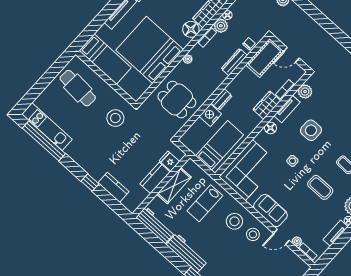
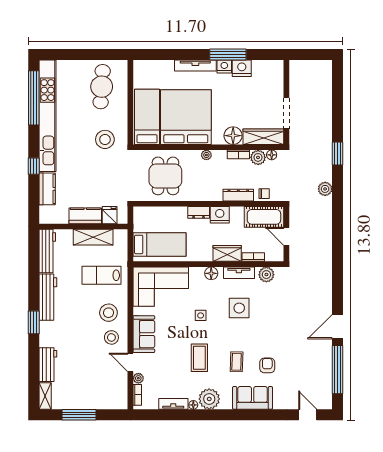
bed: (105, 59) -> (147, 117), moved, turned 180
nightstand: (210, 115) -> (220, 215), moved
kitchen unit: (47, 127) -> (48, 116), width x1.86

